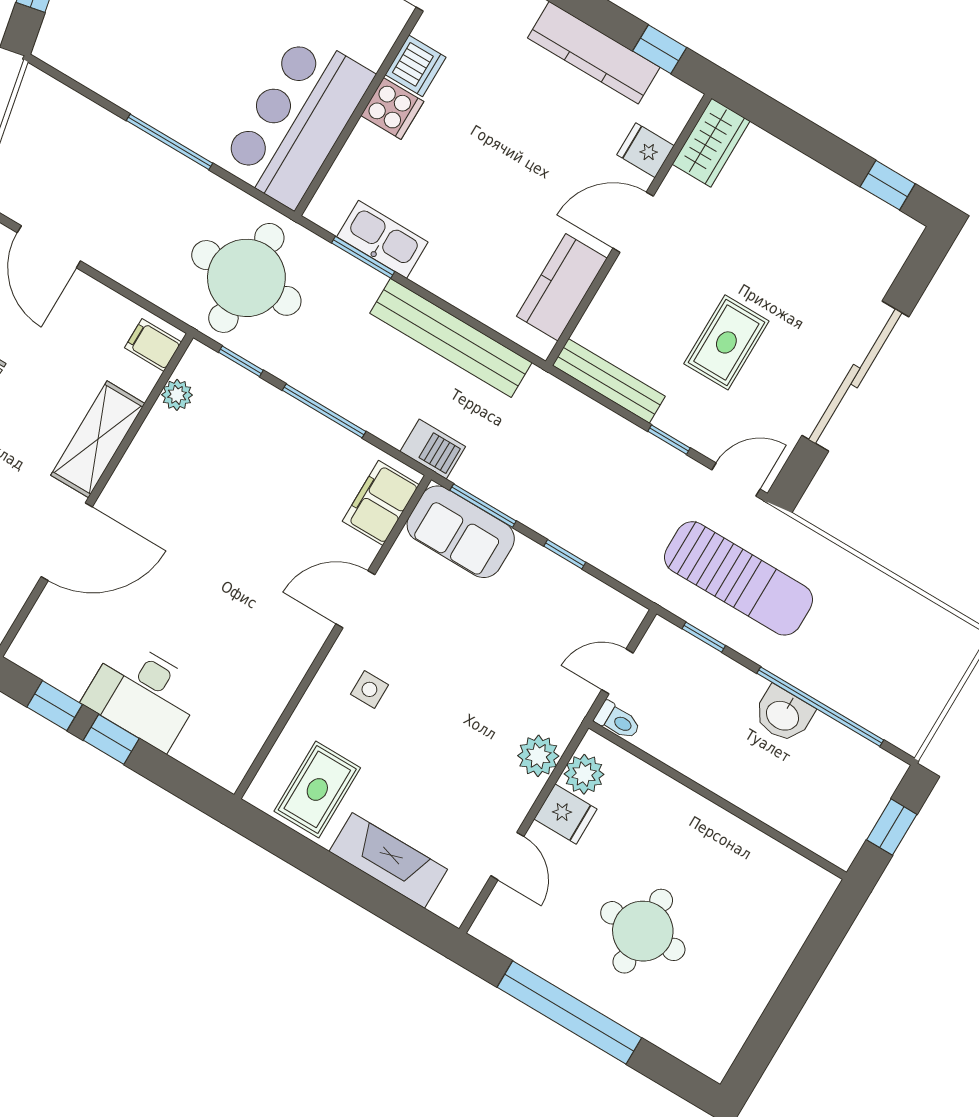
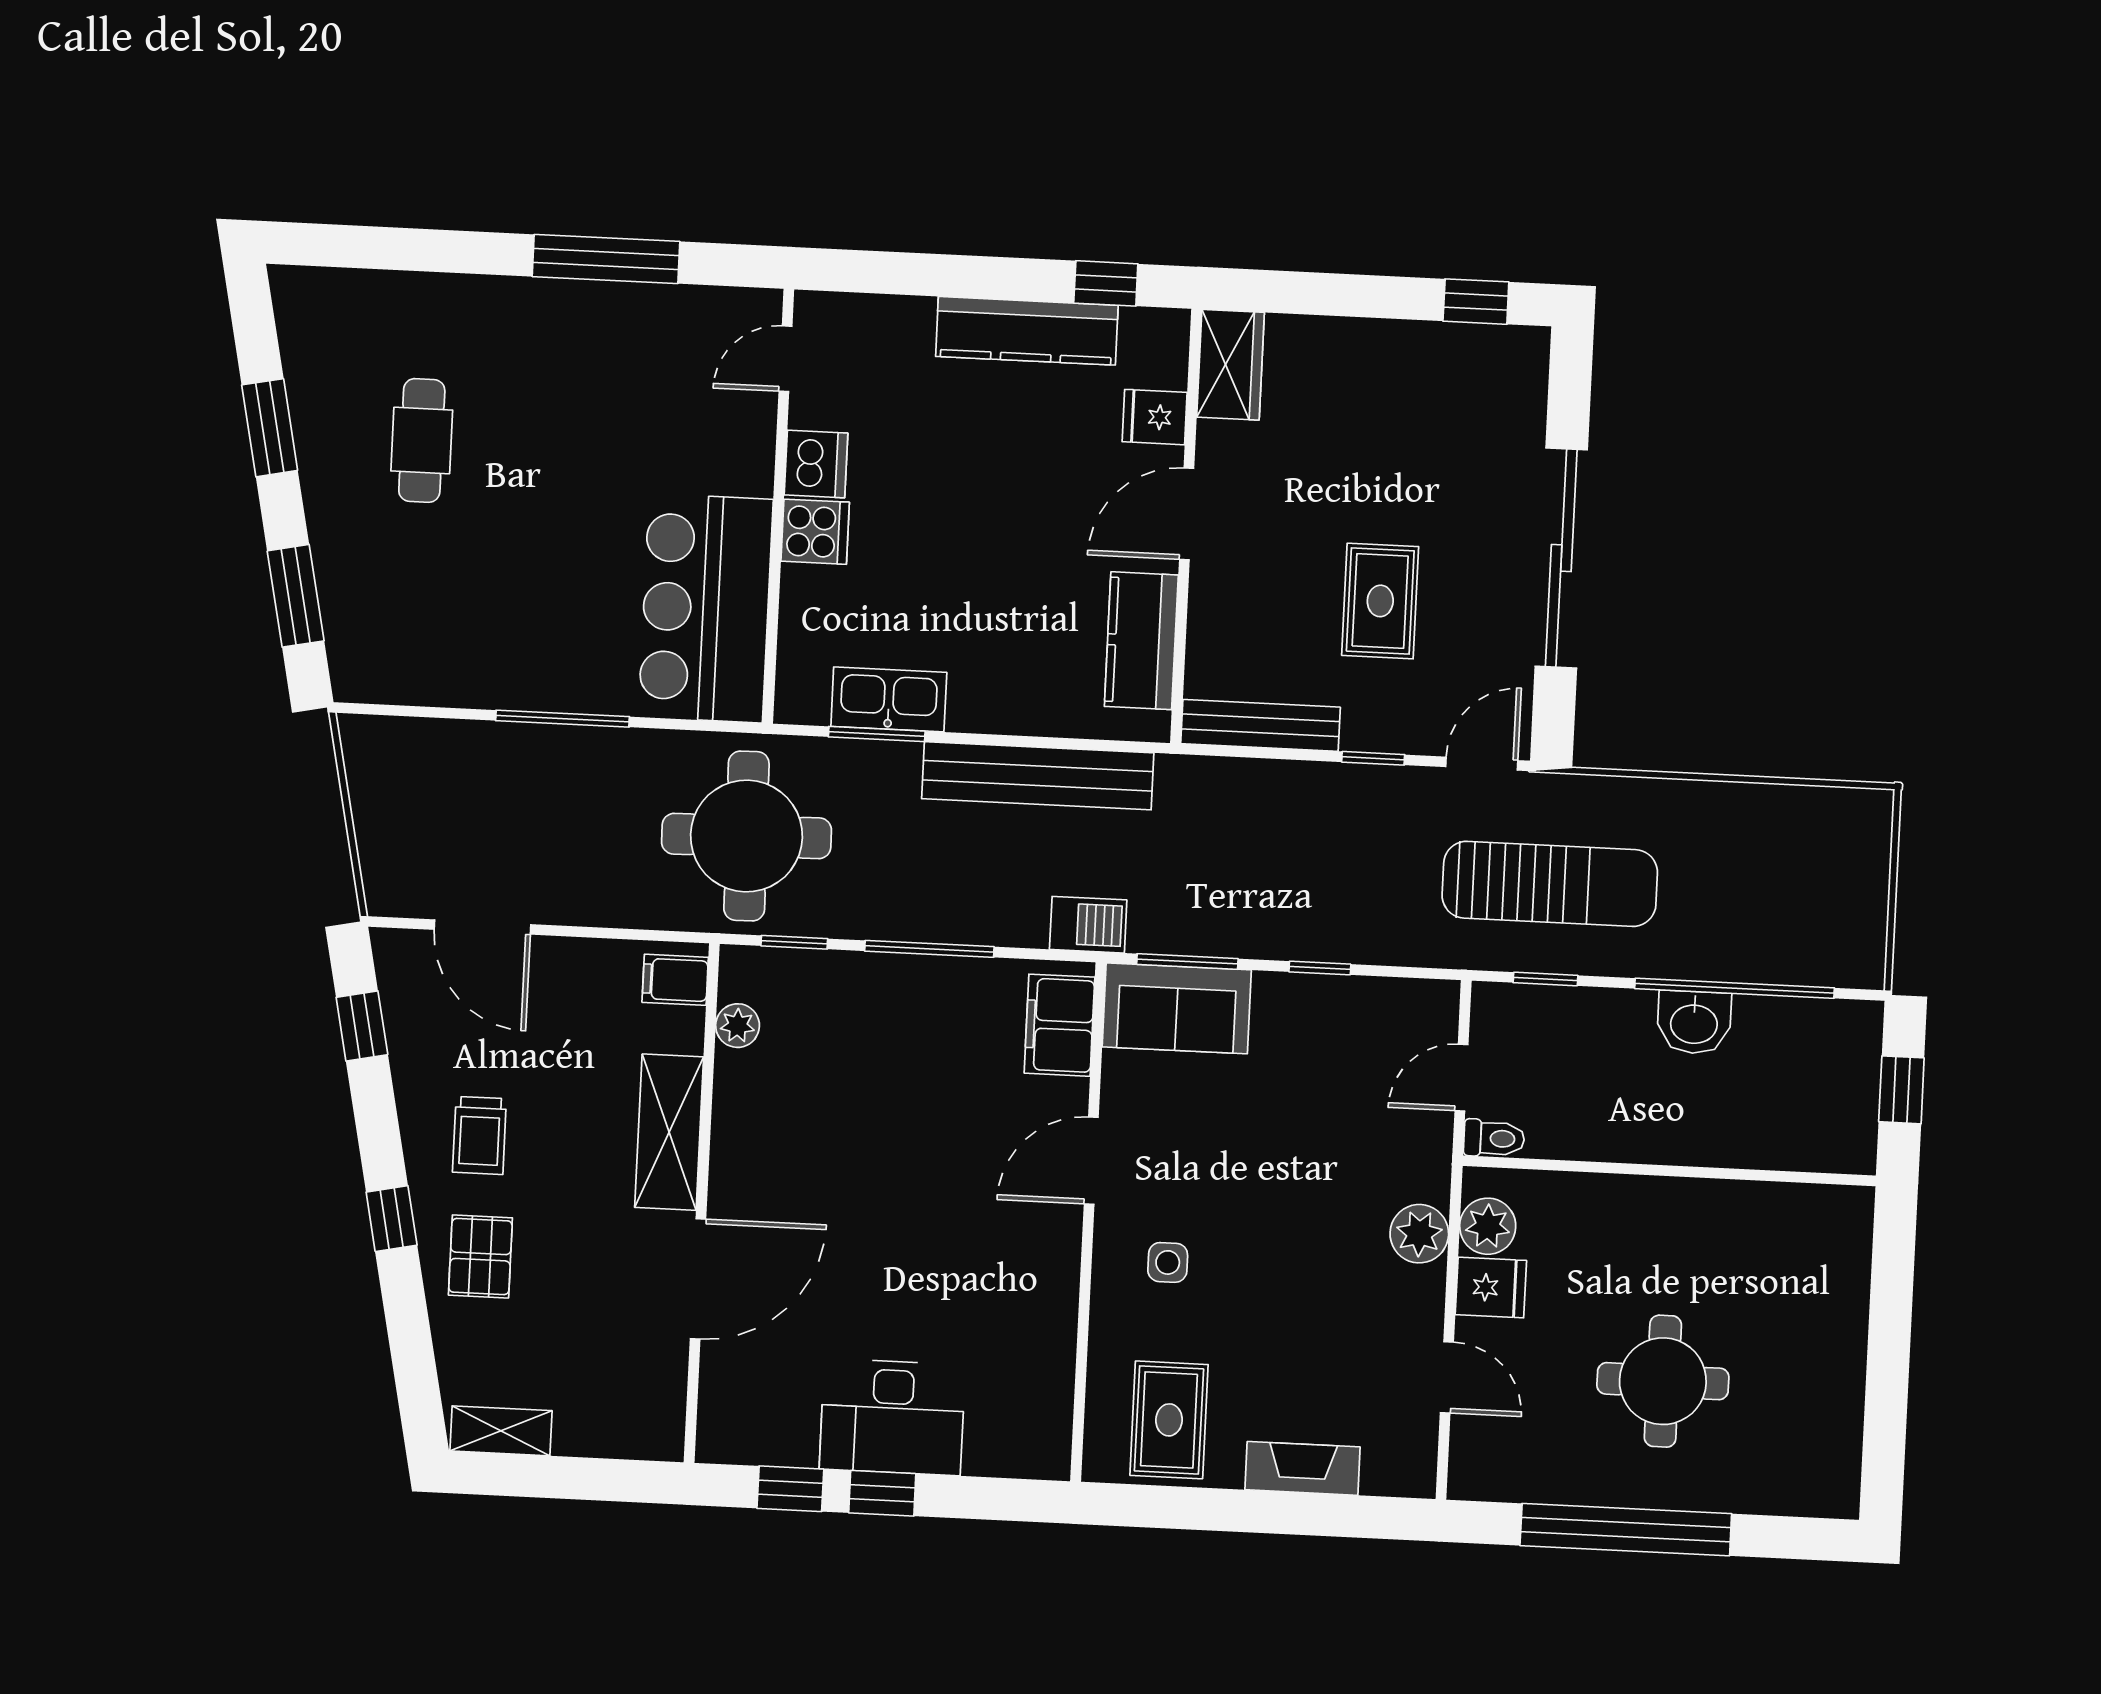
fireplace: (388, 860) -> (1303, 1468), width x0.73, depth x0.76

